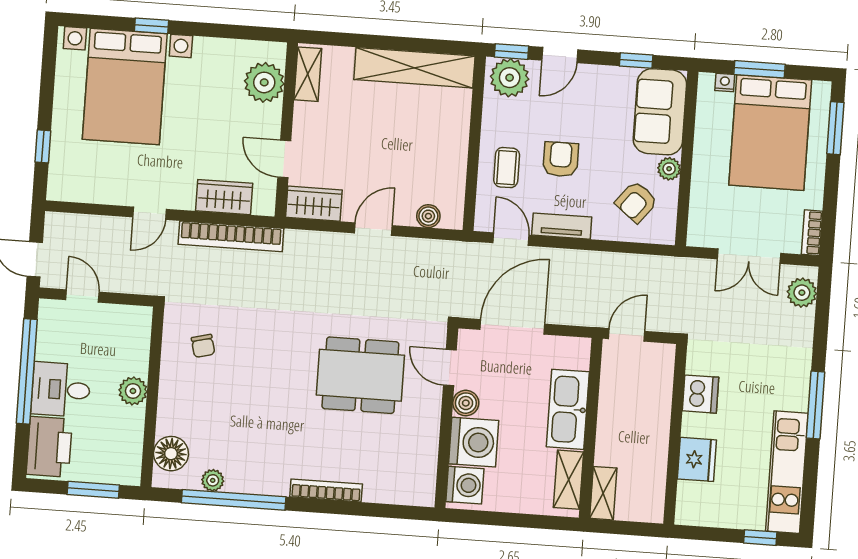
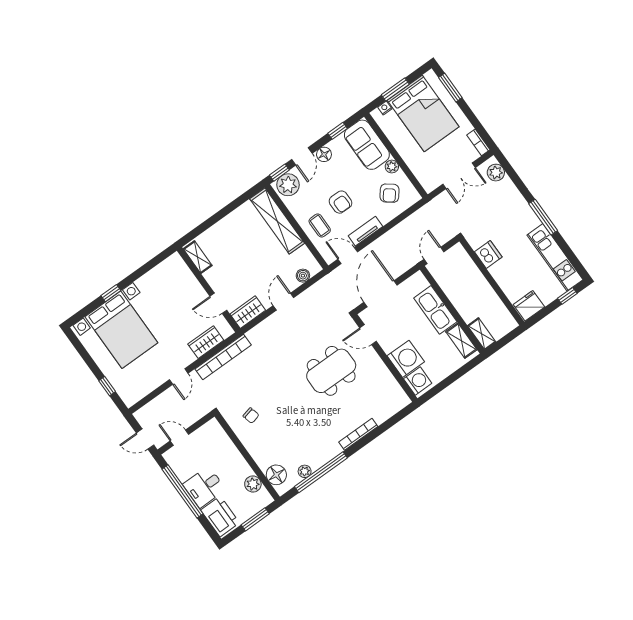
shelving: (414, 68) -> (277, 221), moved, turned 90
floor lamp: (592, 77) -> (324, 154), added
plant: (264, 82) -> (181, 277), removed
armchair: (561, 159) -> (341, 202), turned 180
plant: (133, 391) -> (253, 484), moved
boiler: (466, 403) -> (388, 344), removed
fridge: (697, 459) -> (529, 306), moved, turned -90

